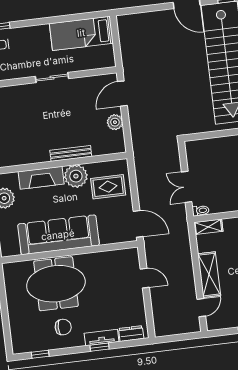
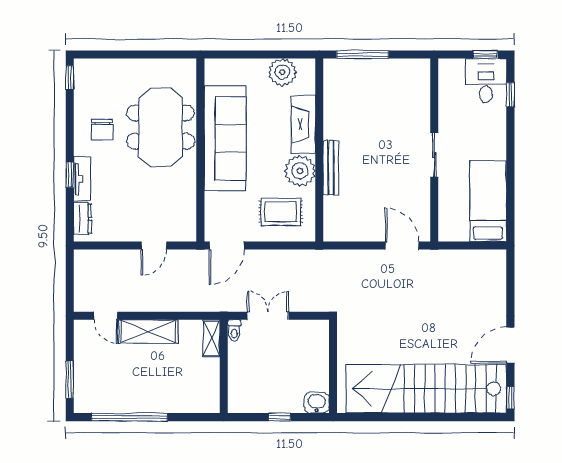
plant: (115, 122) -> (365, 231), removed
rug: (108, 187) -> (281, 212), turned 90
window: (40, 354) -> (70, 77), moved

